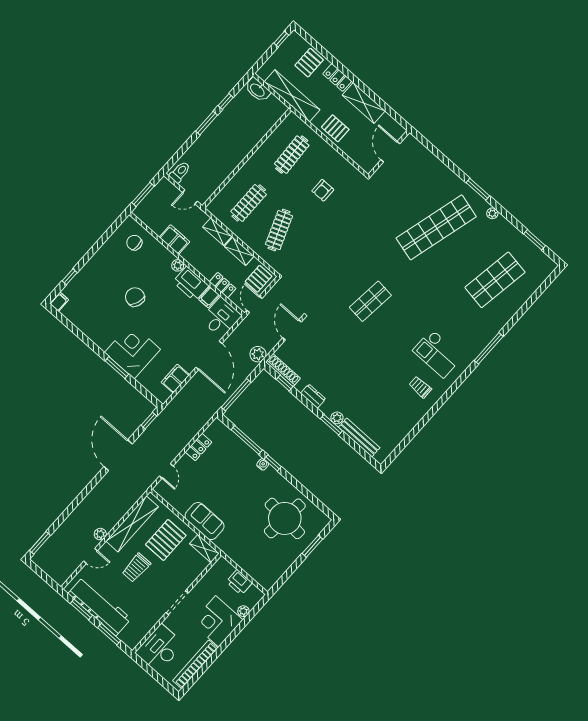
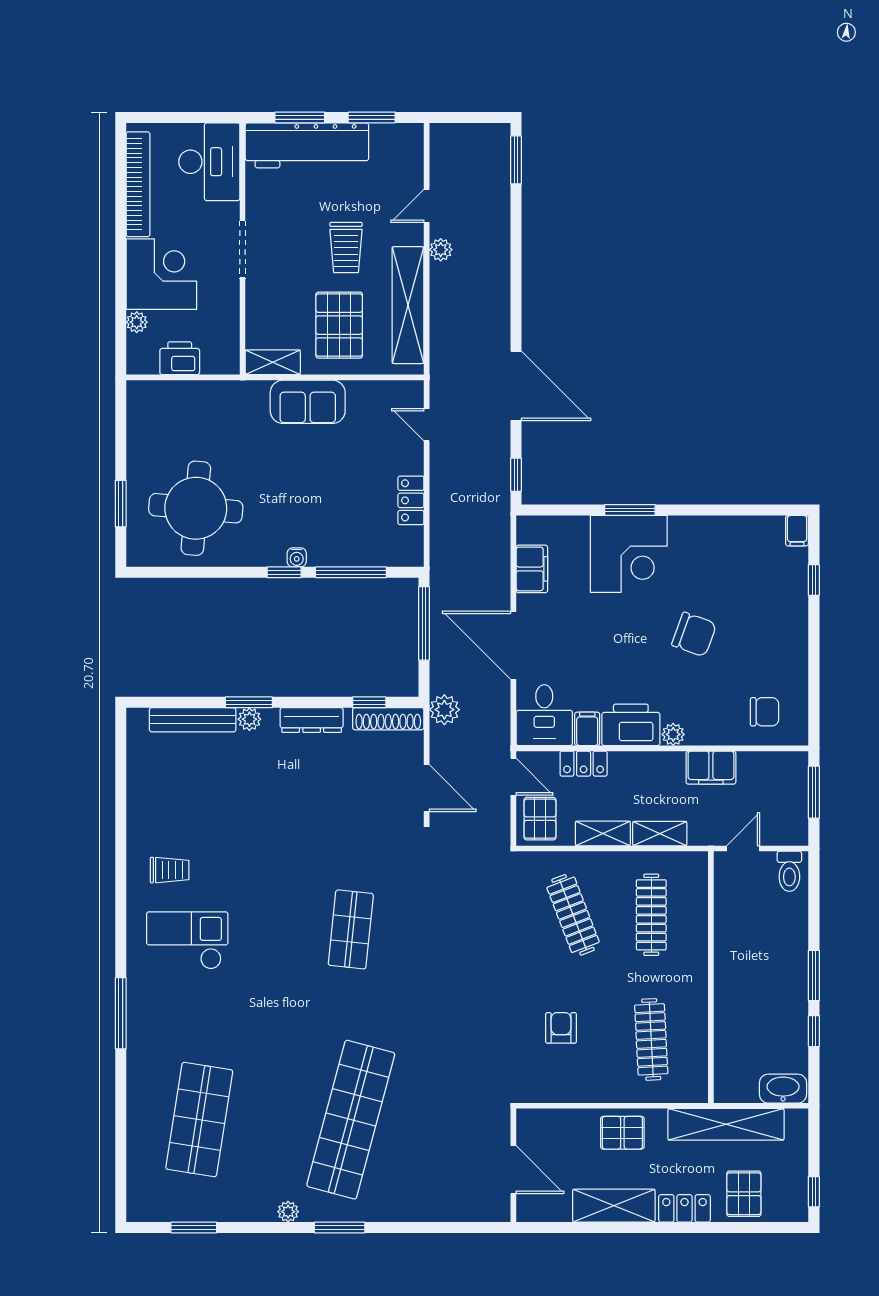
dresser: (313, 396) -> (312, 720), width x1.44
trolley: (136, 568) -> (346, 247), turned 180
workbench: (100, 606) -> (307, 145), moved

